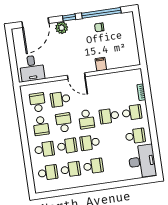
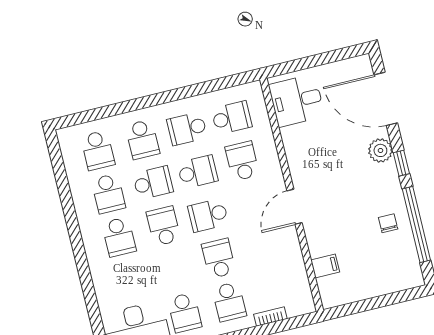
filing cabinet: (101, 64) -> (325, 266), moved
door: (76, 76) -> (295, 207), moved
school desk: (67, 146) -> (153, 183), turned -90

